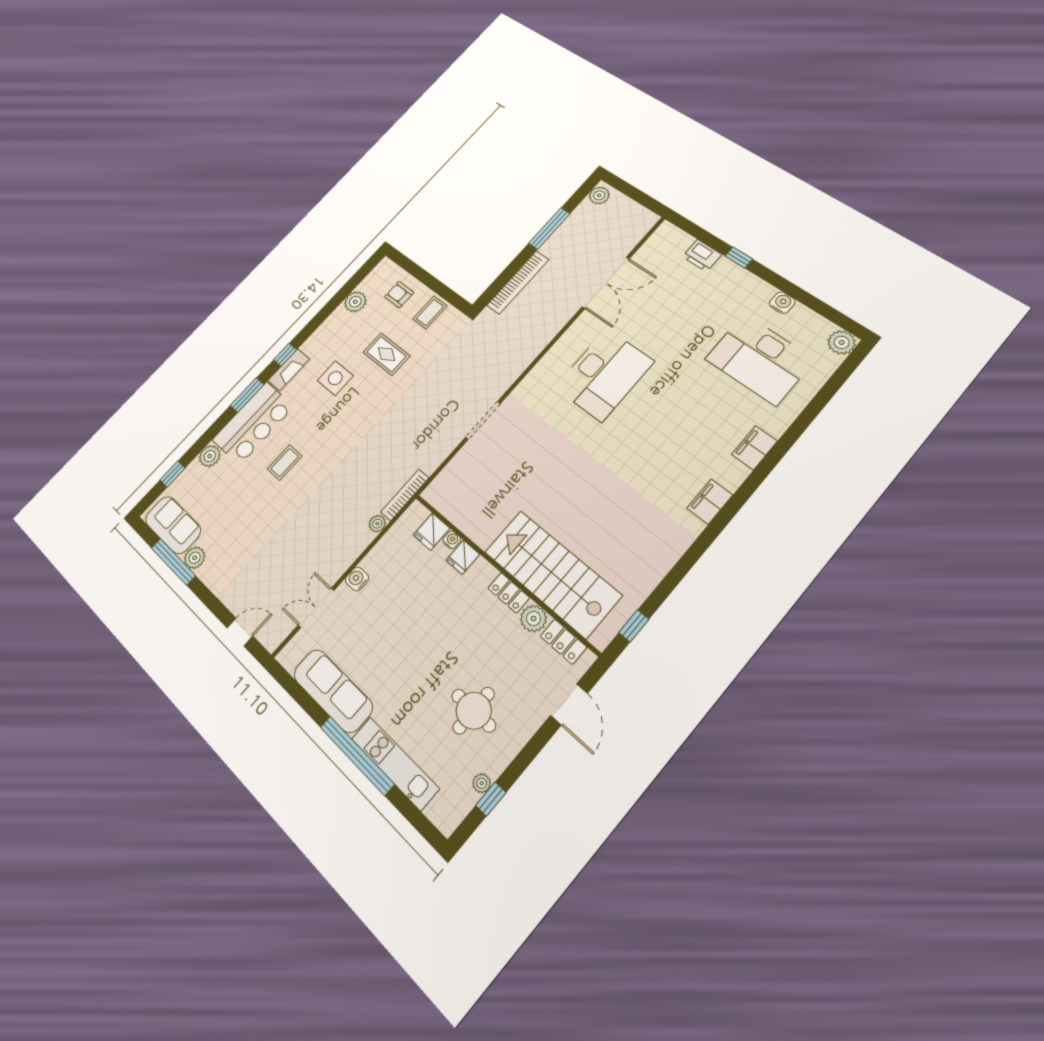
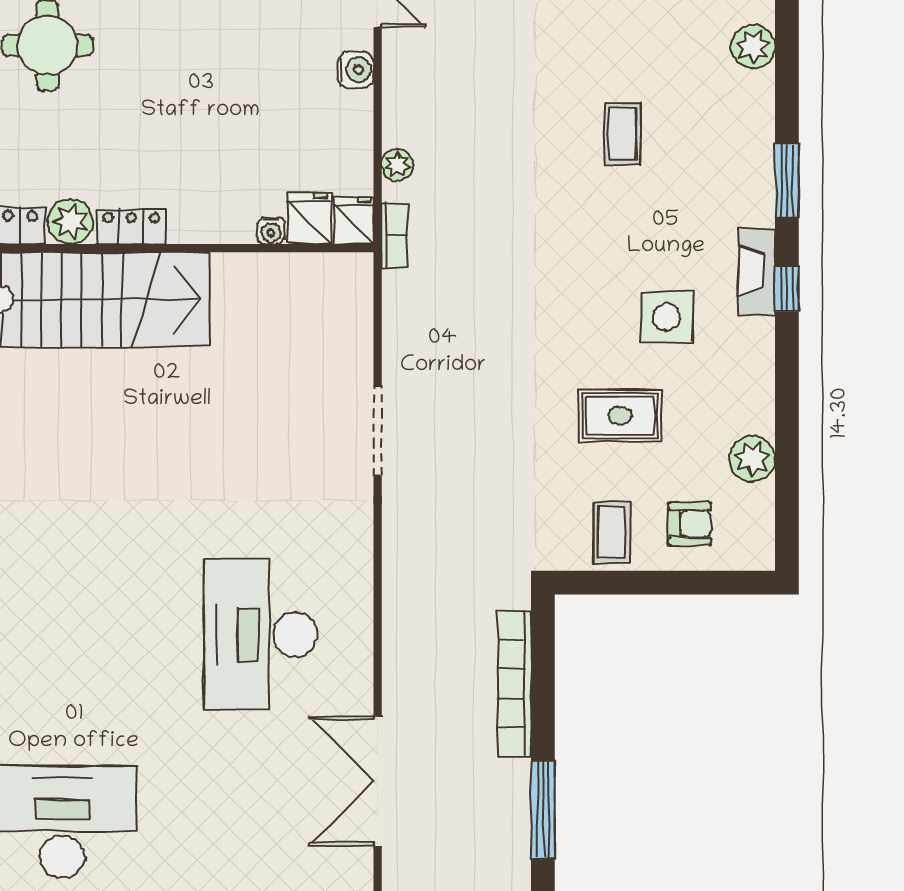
bar counter: (253, 423) -> (732, 148), removed
bookcase: (405, 495) -> (395, 236), width x0.64
fridge: (463, 557) -> (354, 221), moved

